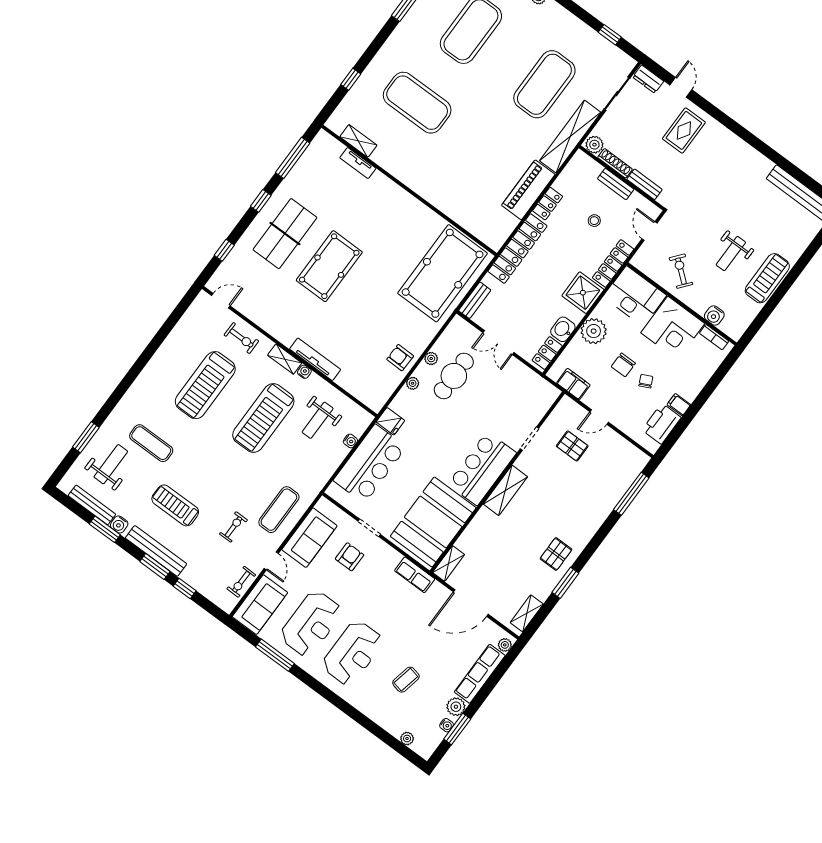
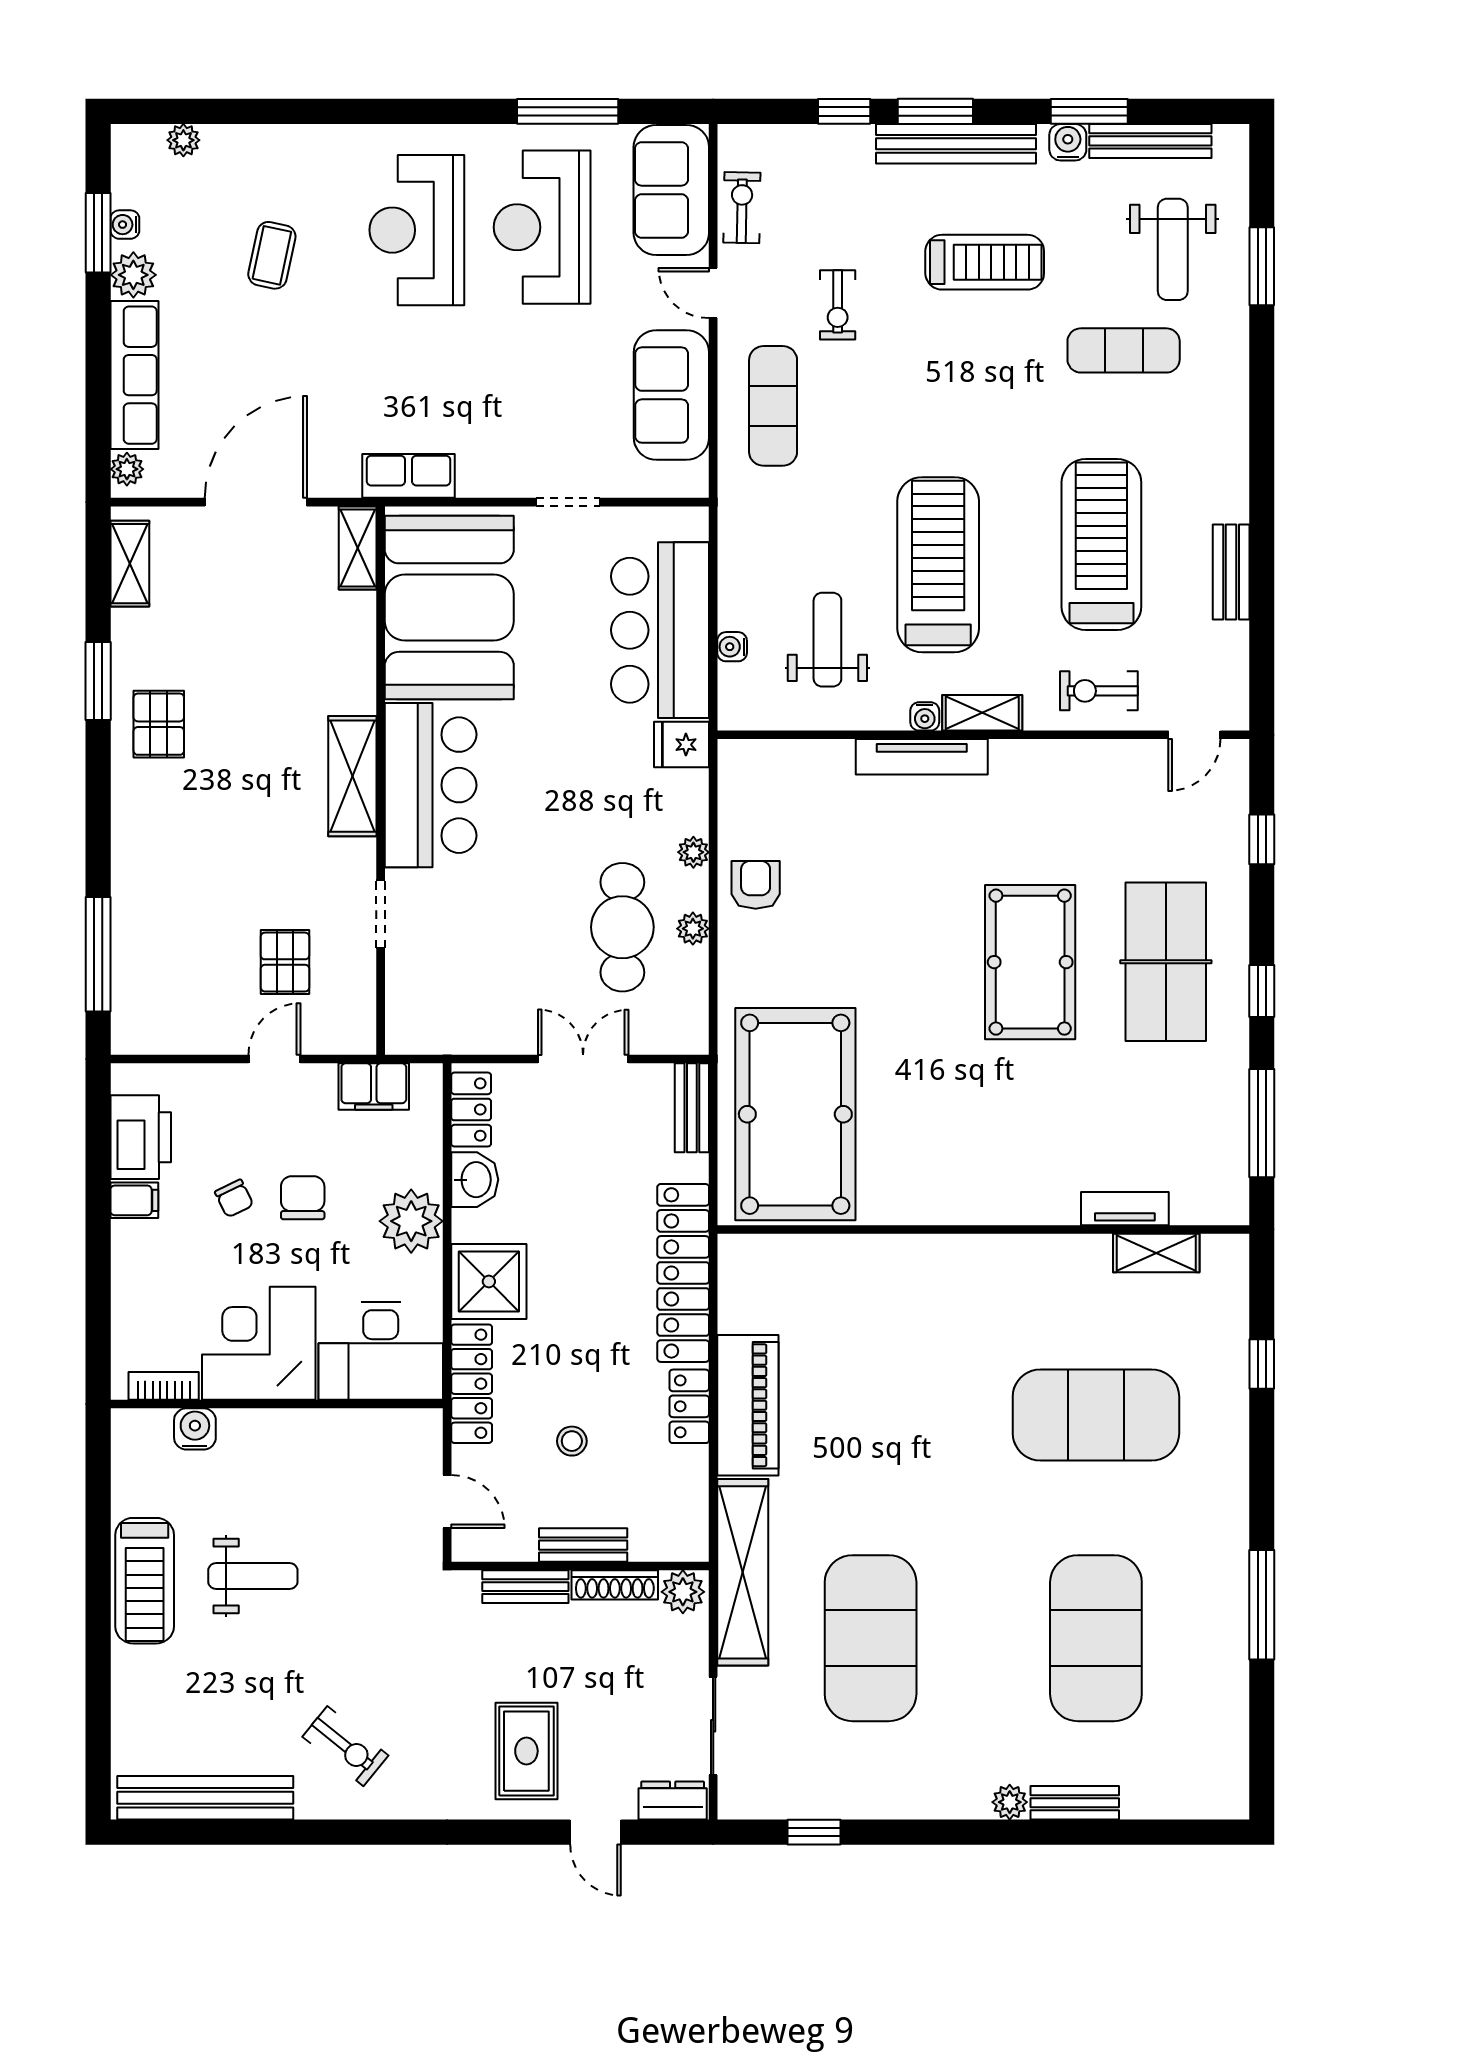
weight bench: (731, 254) -> (253, 1576), turned 90
exercise bike: (681, 271) -> (345, 1746), moved
bench: (170, 345) -> (1231, 572), added
armchair: (400, 358) -> (756, 885), turned -91
pallet: (572, 446) -> (285, 962), turned 90
armchair: (350, 557) -> (564, 416), removed

